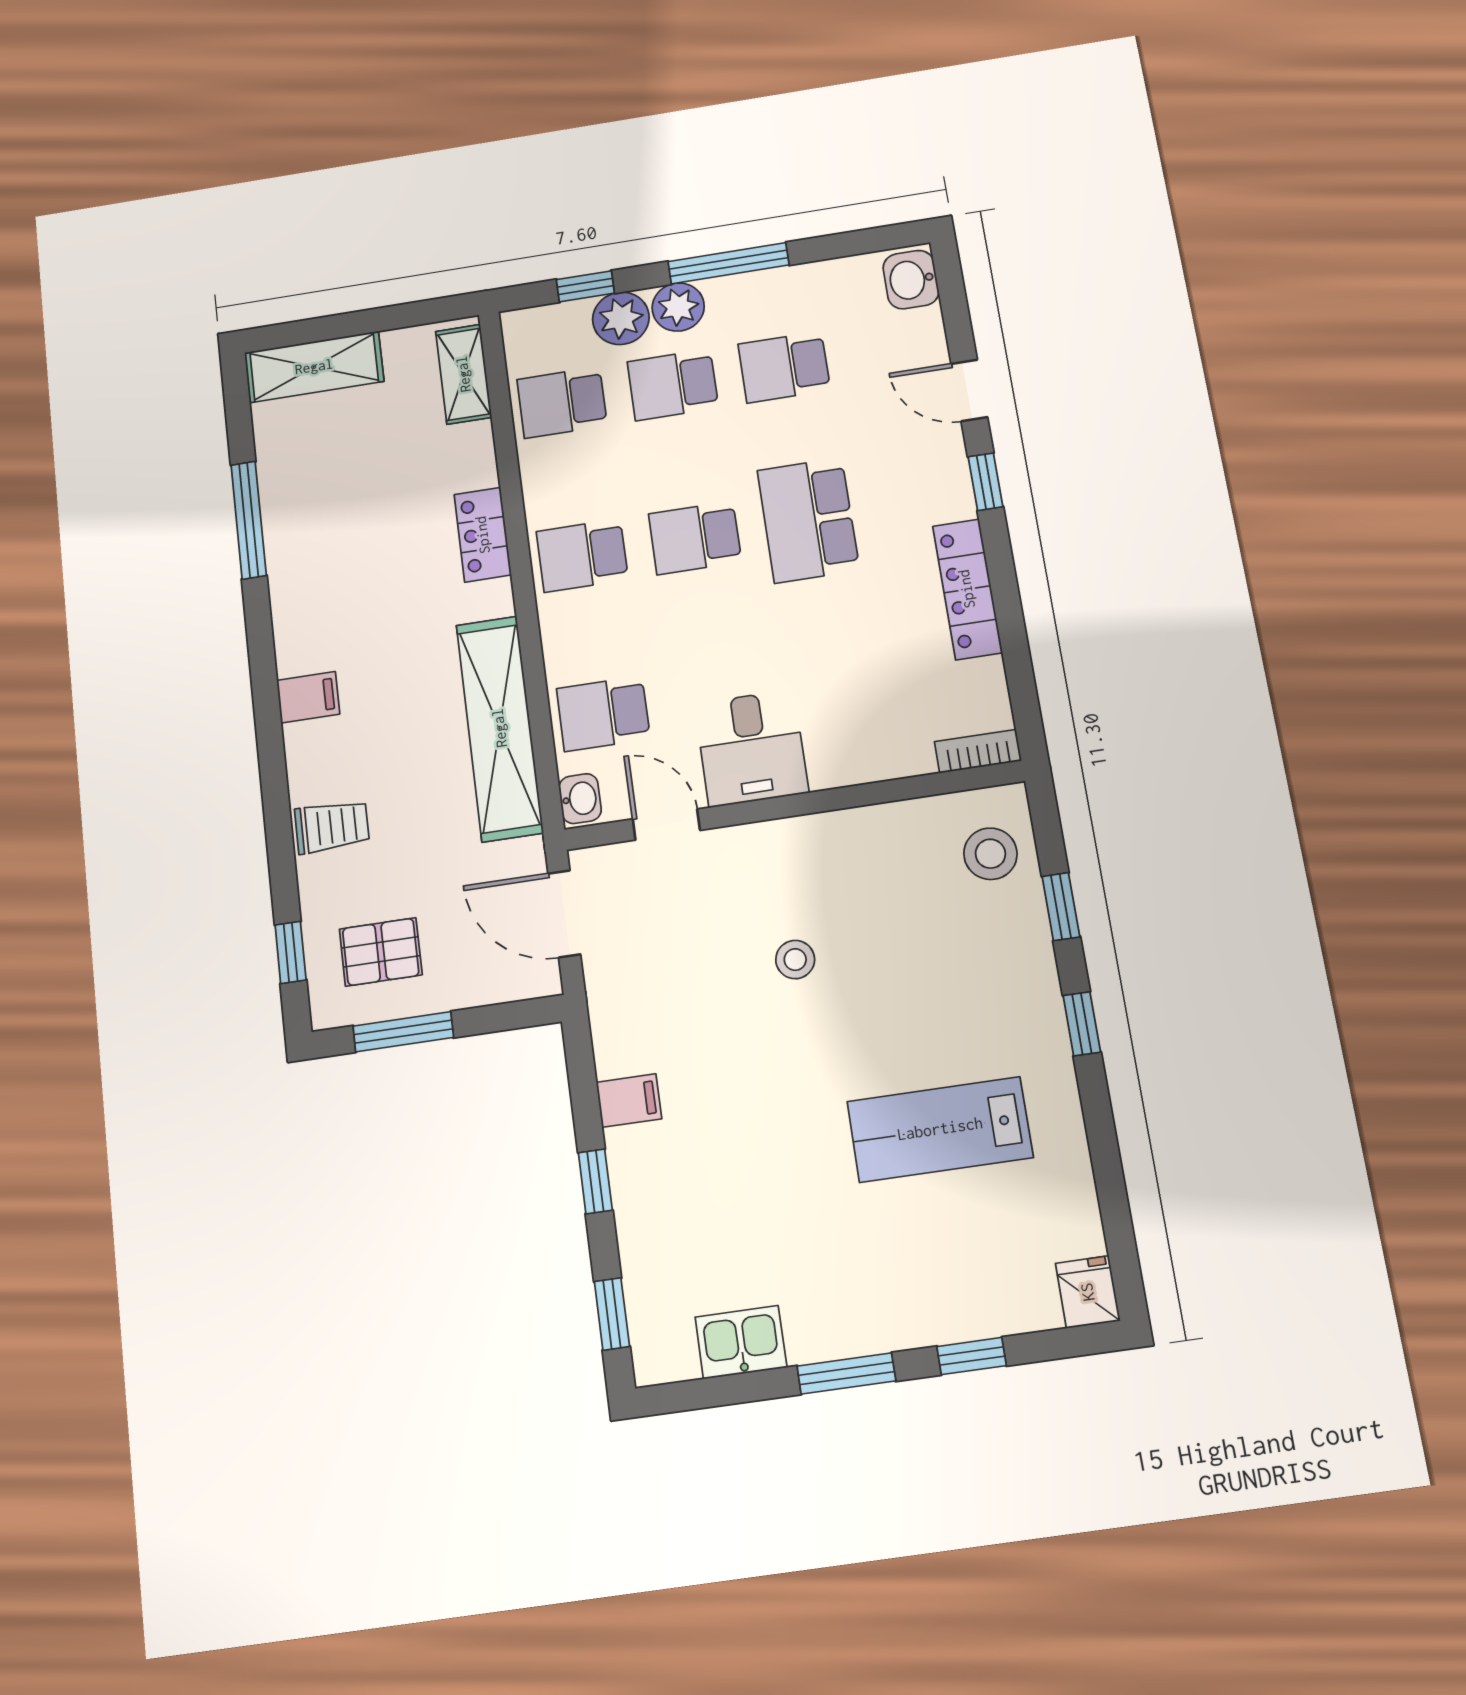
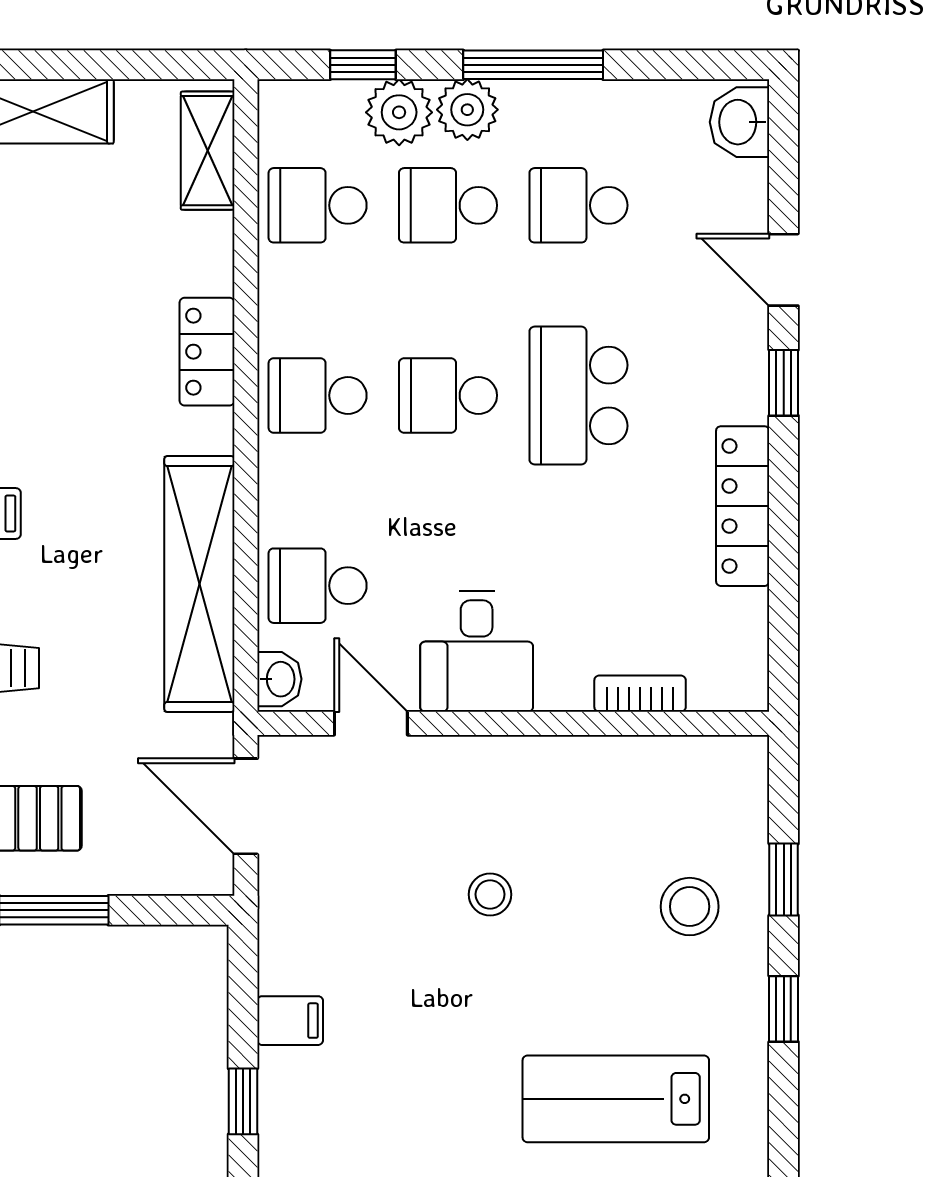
bookcase: (978, 751) -> (640, 694), moved
stool: (990, 854) -> (690, 907), moved

